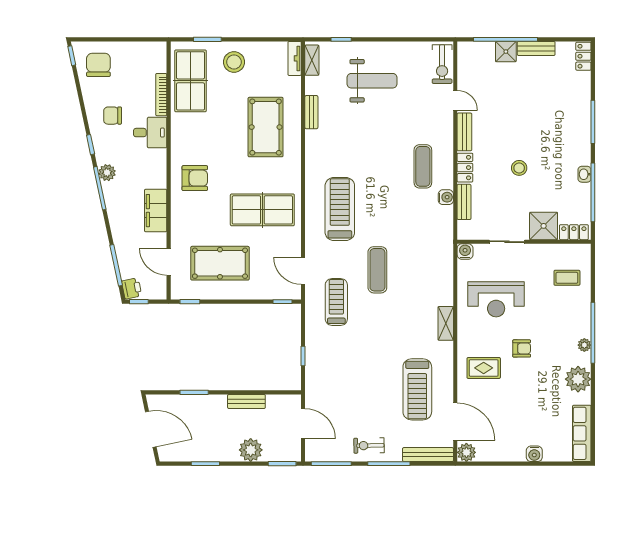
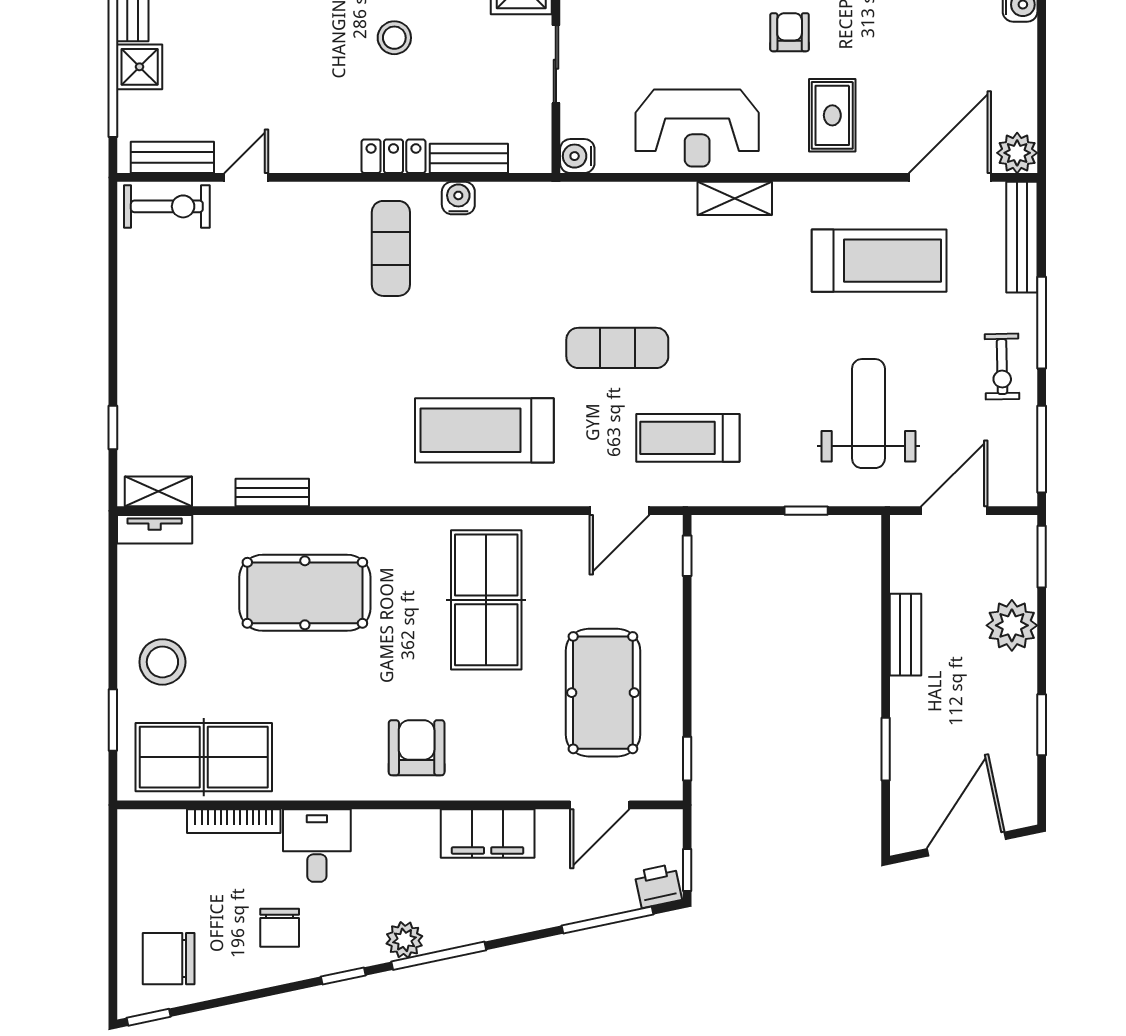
weight bench: (372, 81) -> (868, 414), moved
bench: (464, 132) -> (172, 157), moved
exercise mat: (423, 166) -> (391, 248), turned 90
reception desk: (496, 299) -> (697, 128), moved, turned 90

